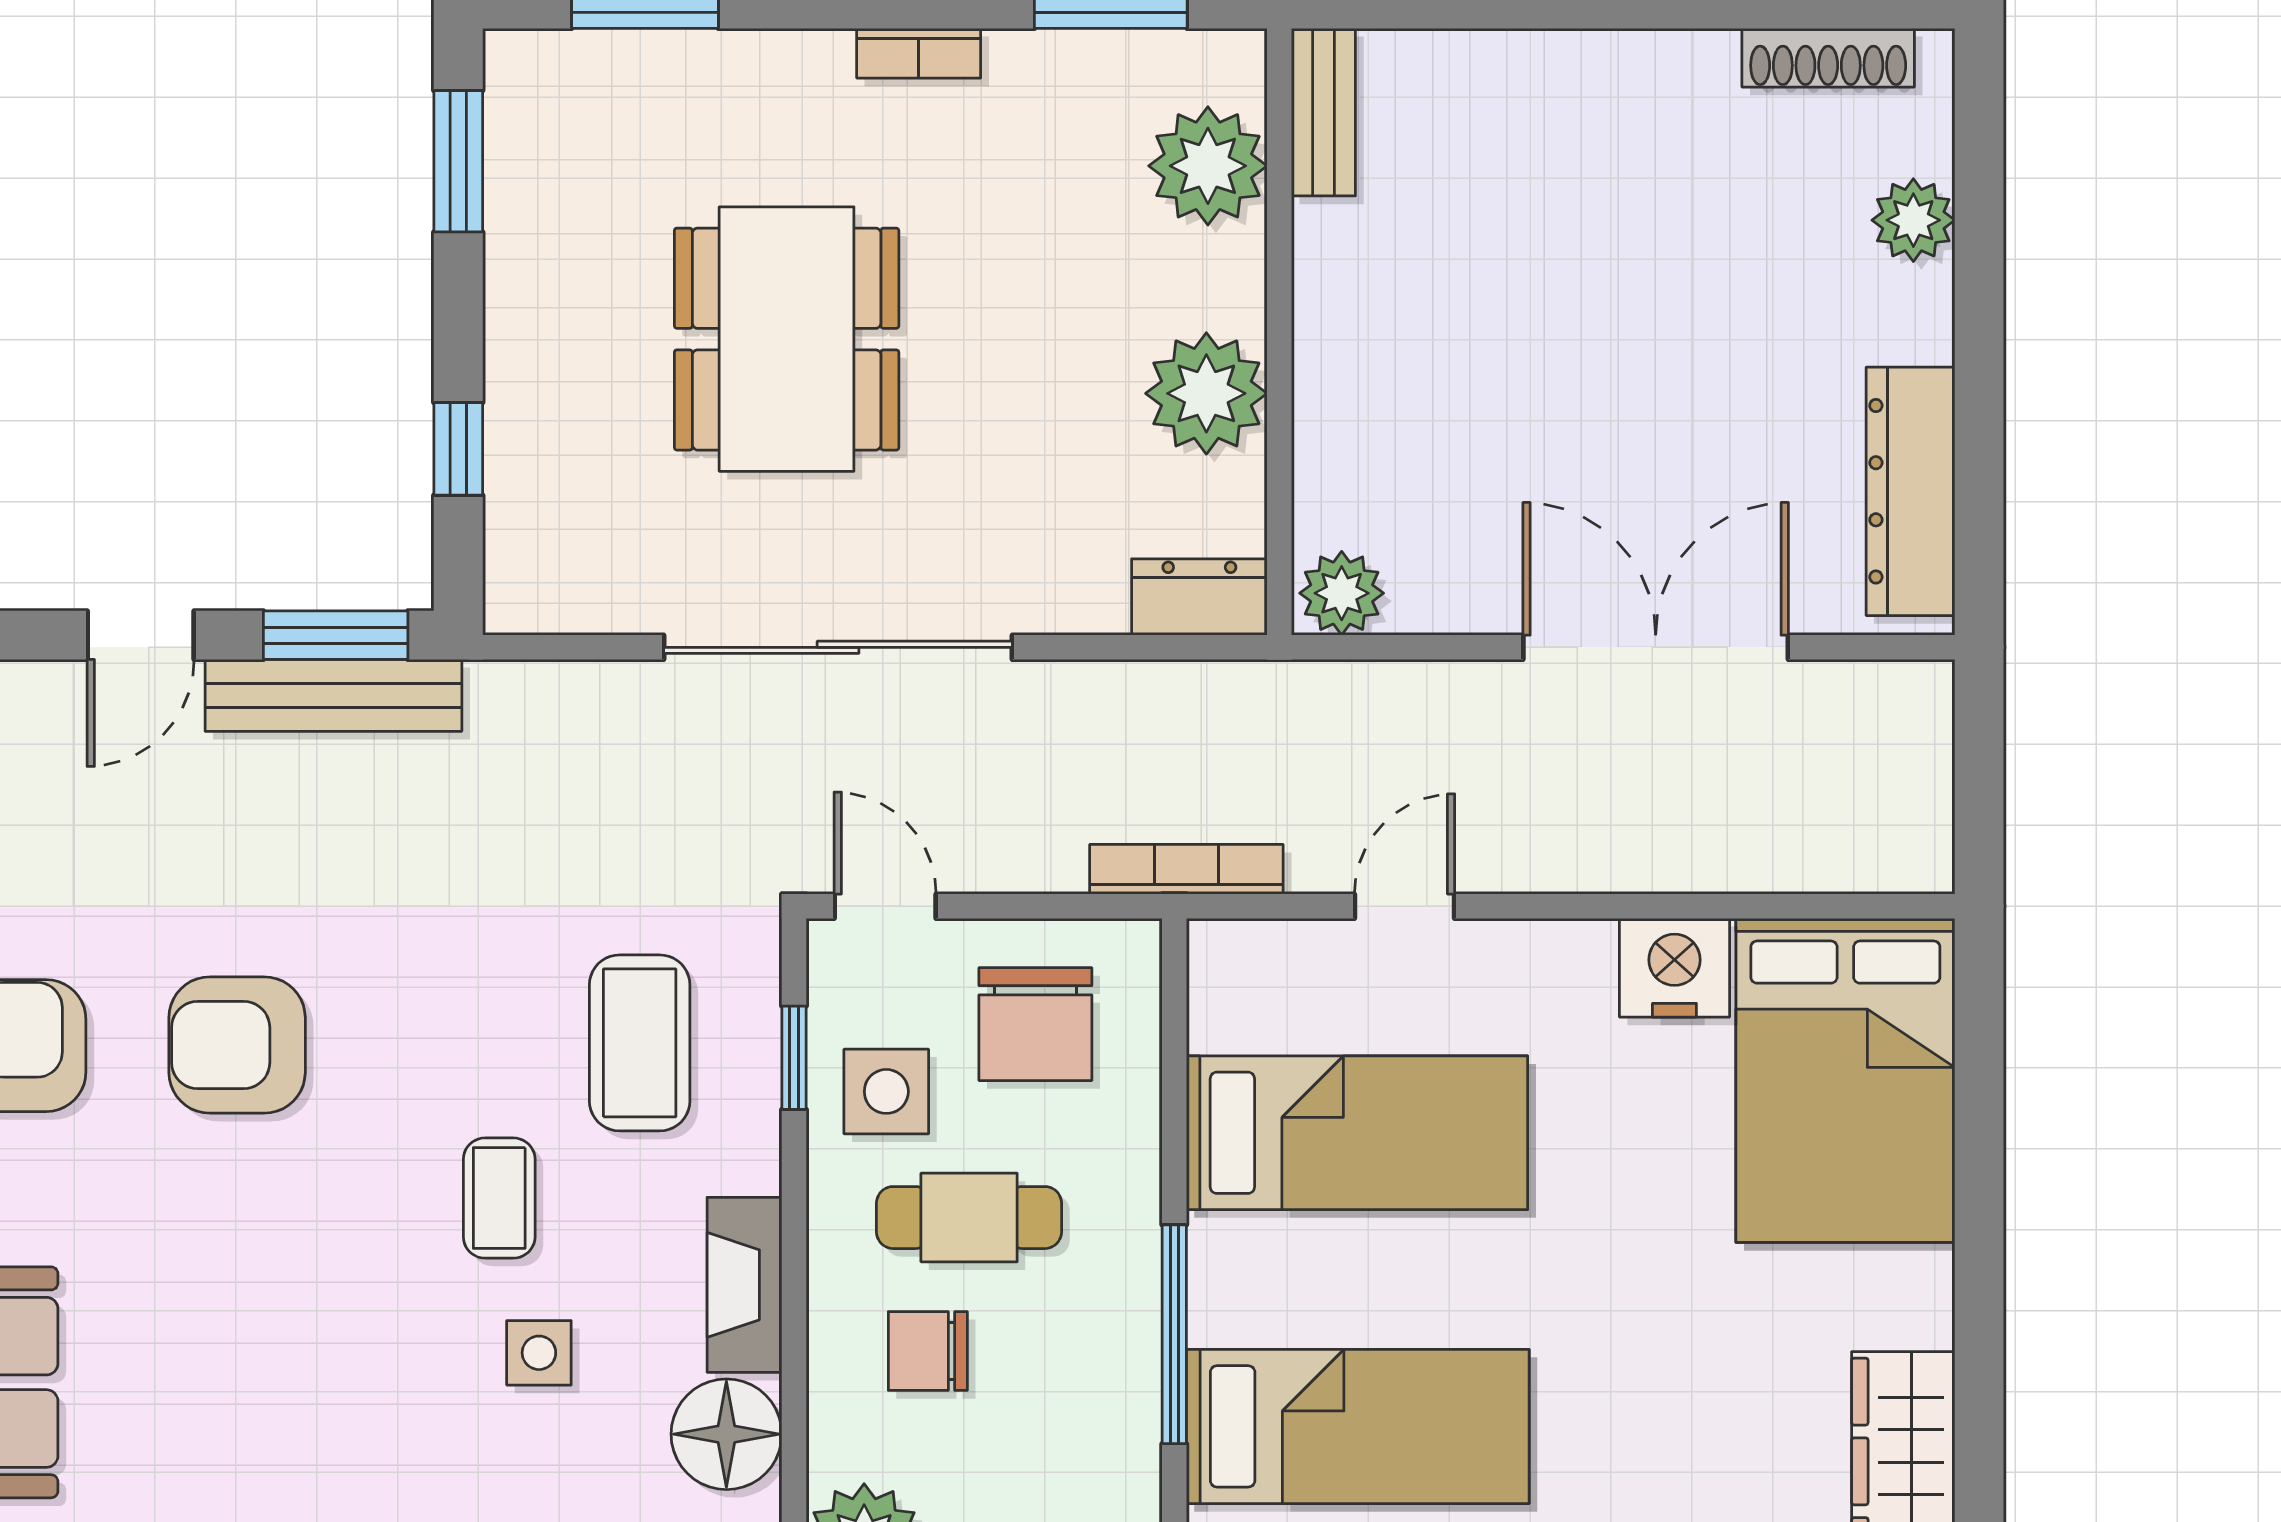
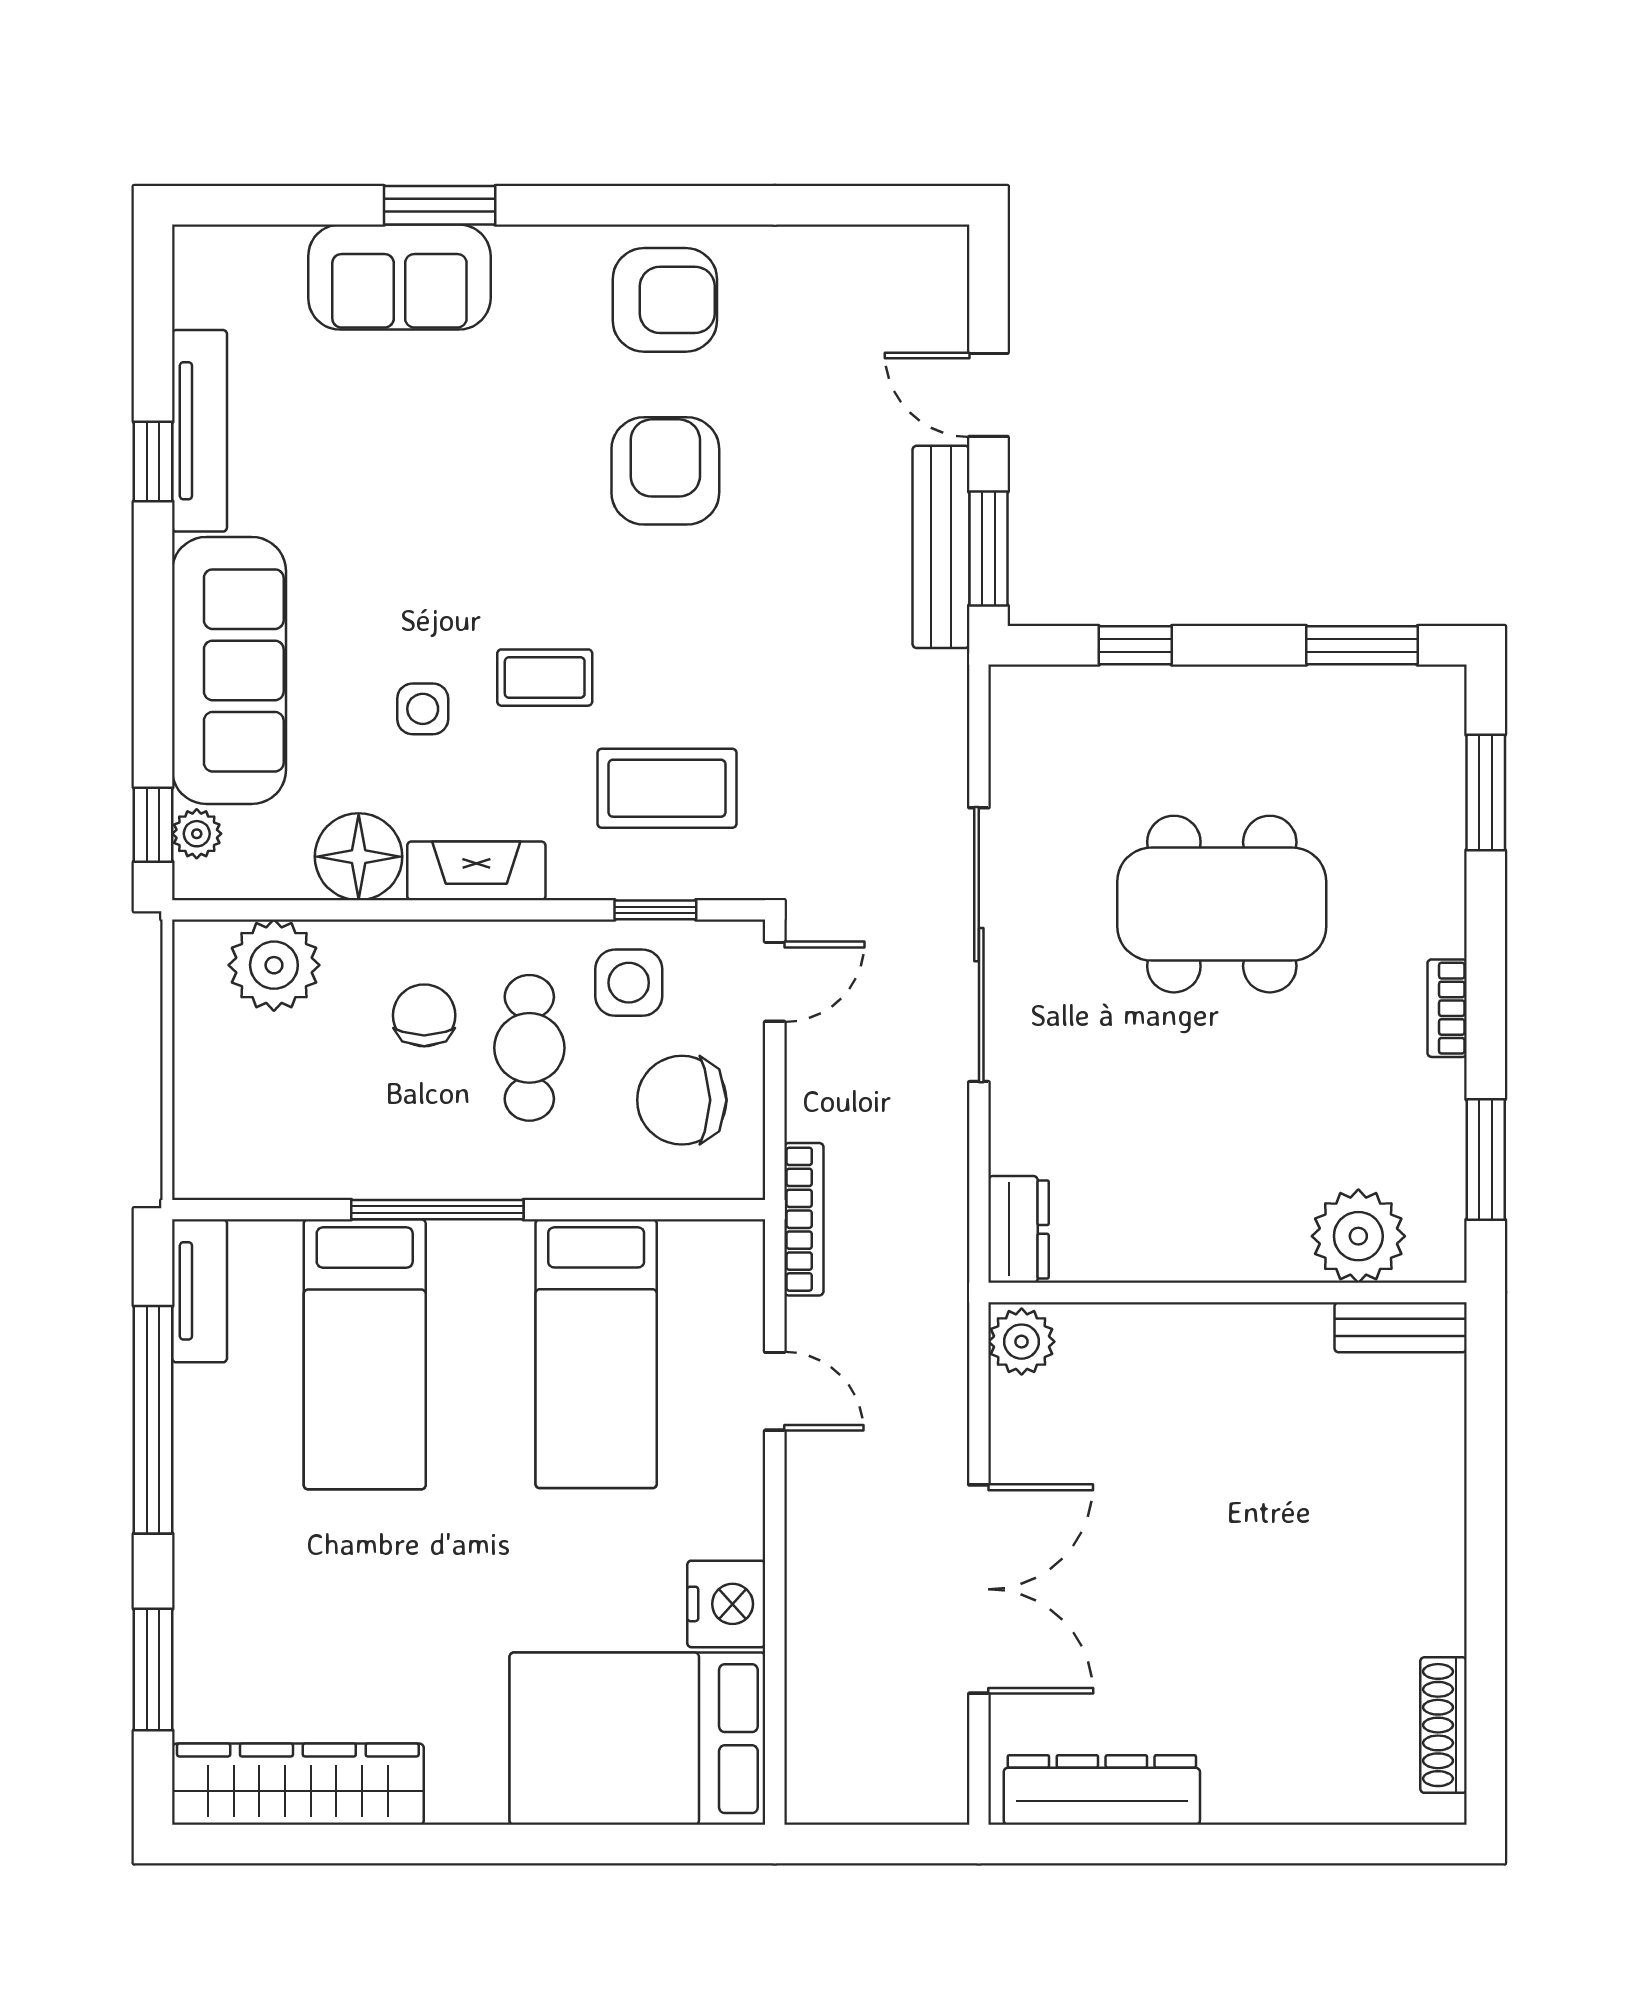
plant: (1913, 220) -> (1316, 1792), removed
plant: (1206, 393) -> (1179, 1235), removed

